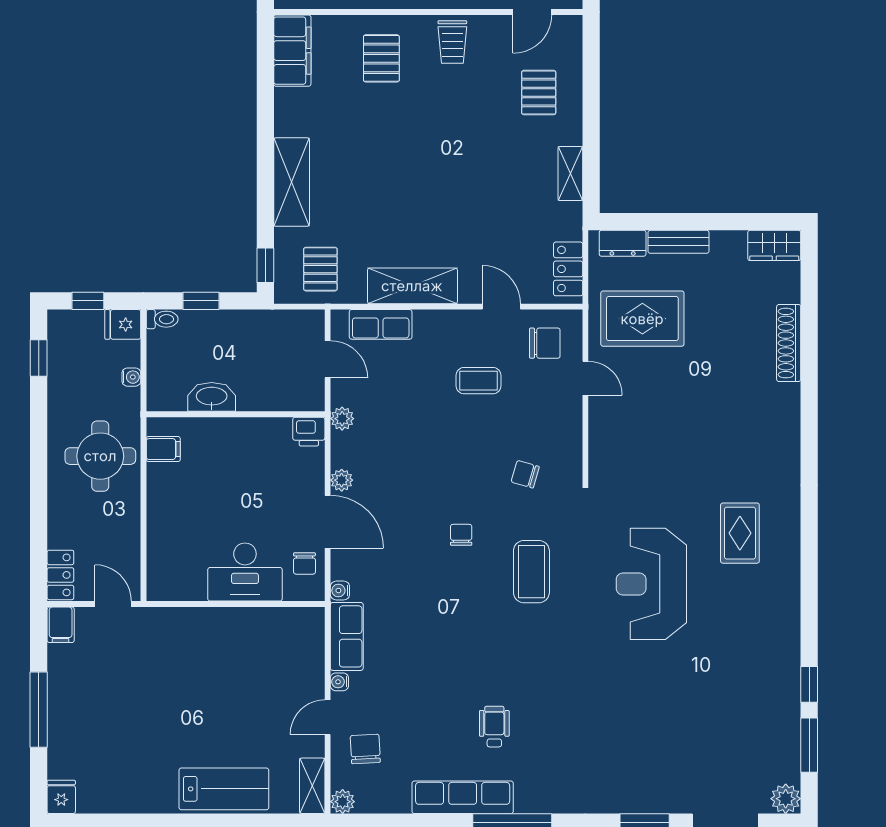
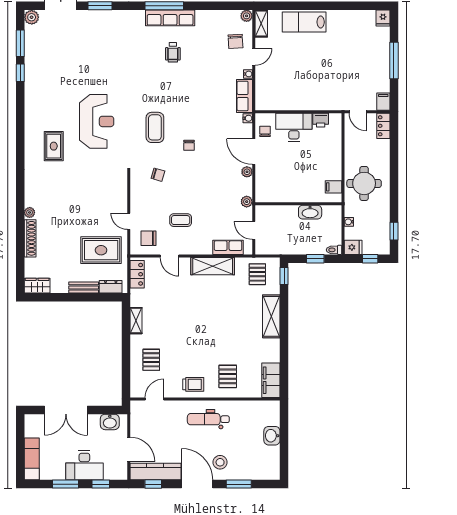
trolley: (452, 42) -> (193, 384), turned 90
plant: (790, 396) -> (30, 212), added
printer: (309, 432) -> (321, 120), moved, turned 180
row of seats: (463, 797) -> (170, 18), moved

